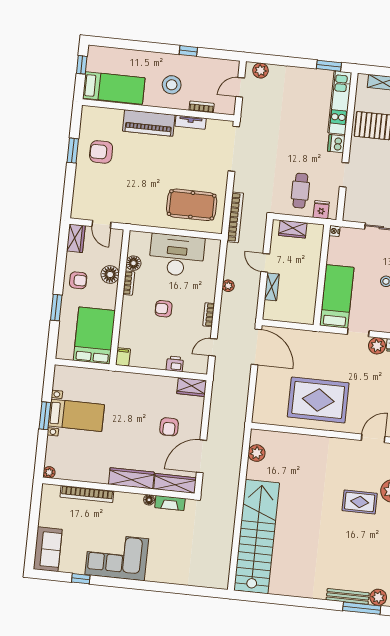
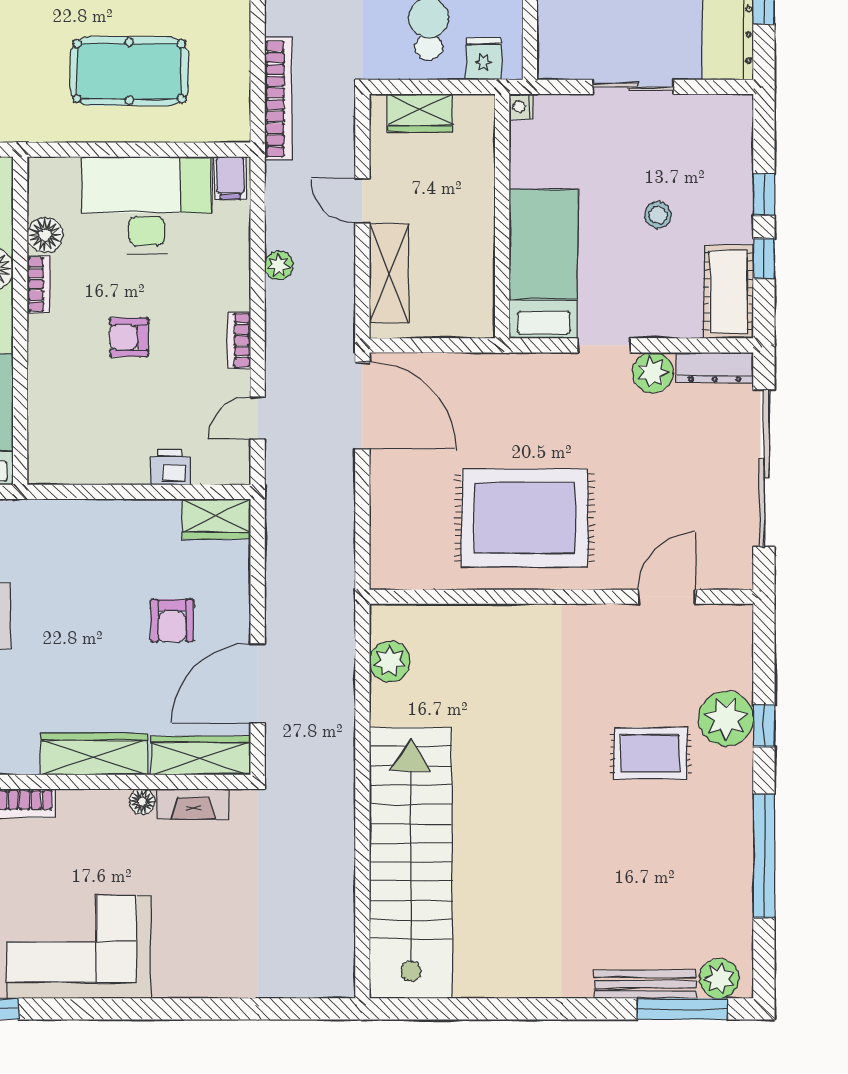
pool table: (192, 205) -> (129, 71), moved
shelving: (272, 287) -> (389, 274), width x1.50, depth x1.33
filing cabinet: (123, 357) -> (230, 178), moved, turned 180

